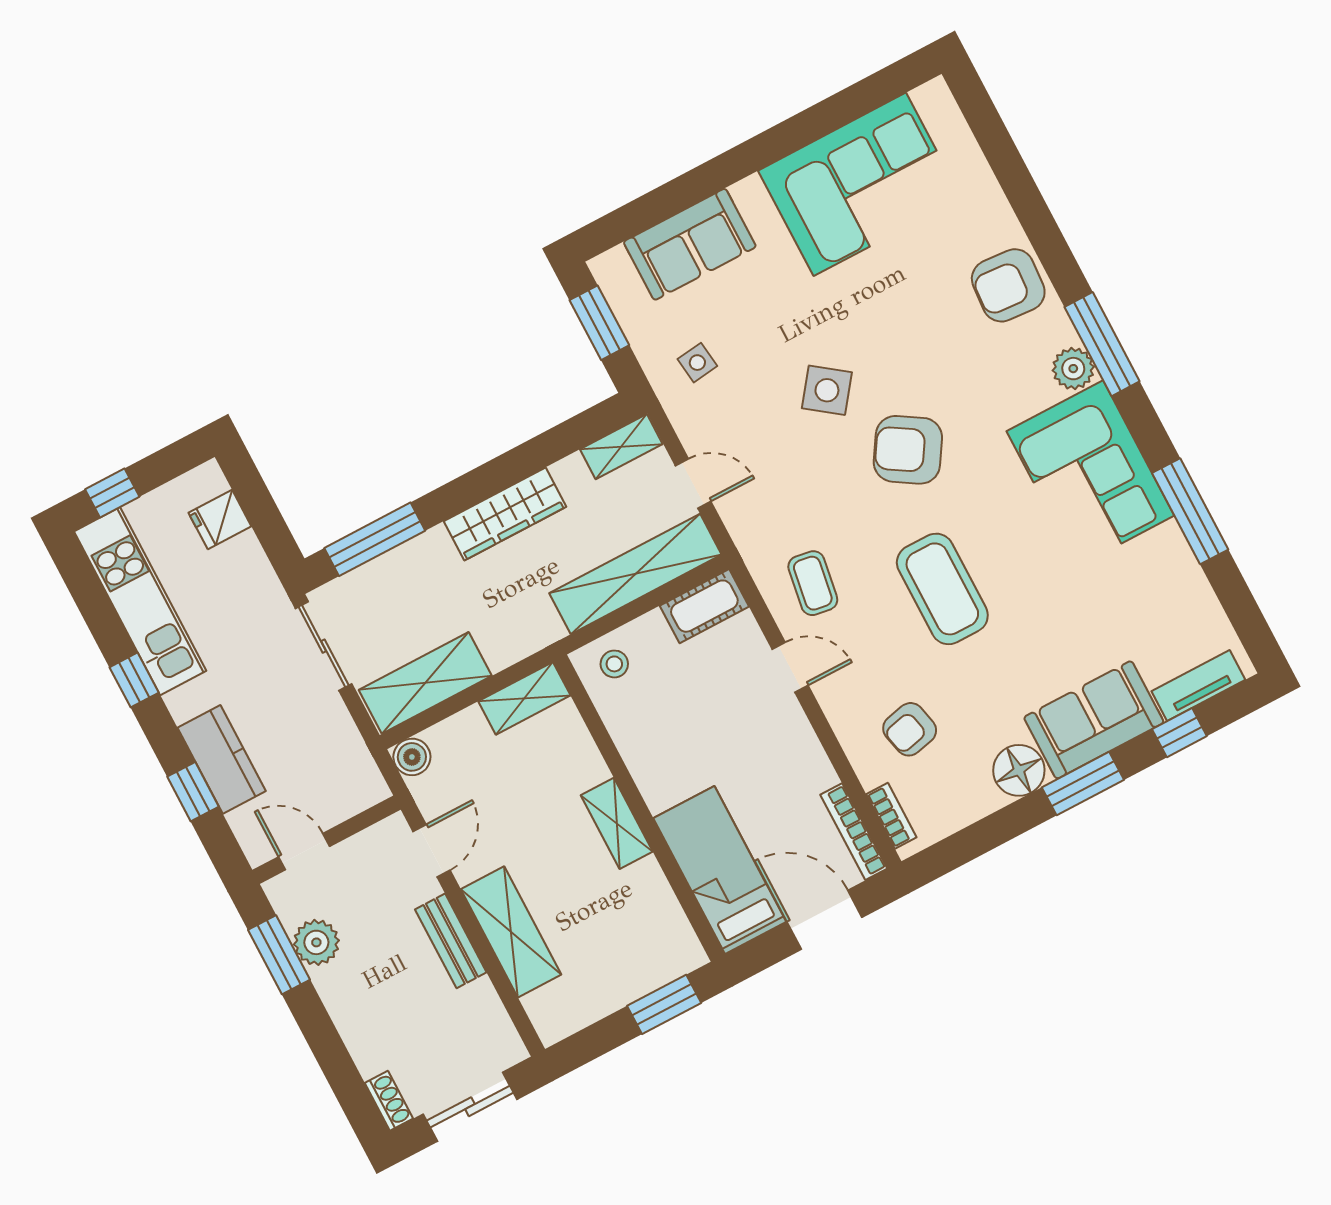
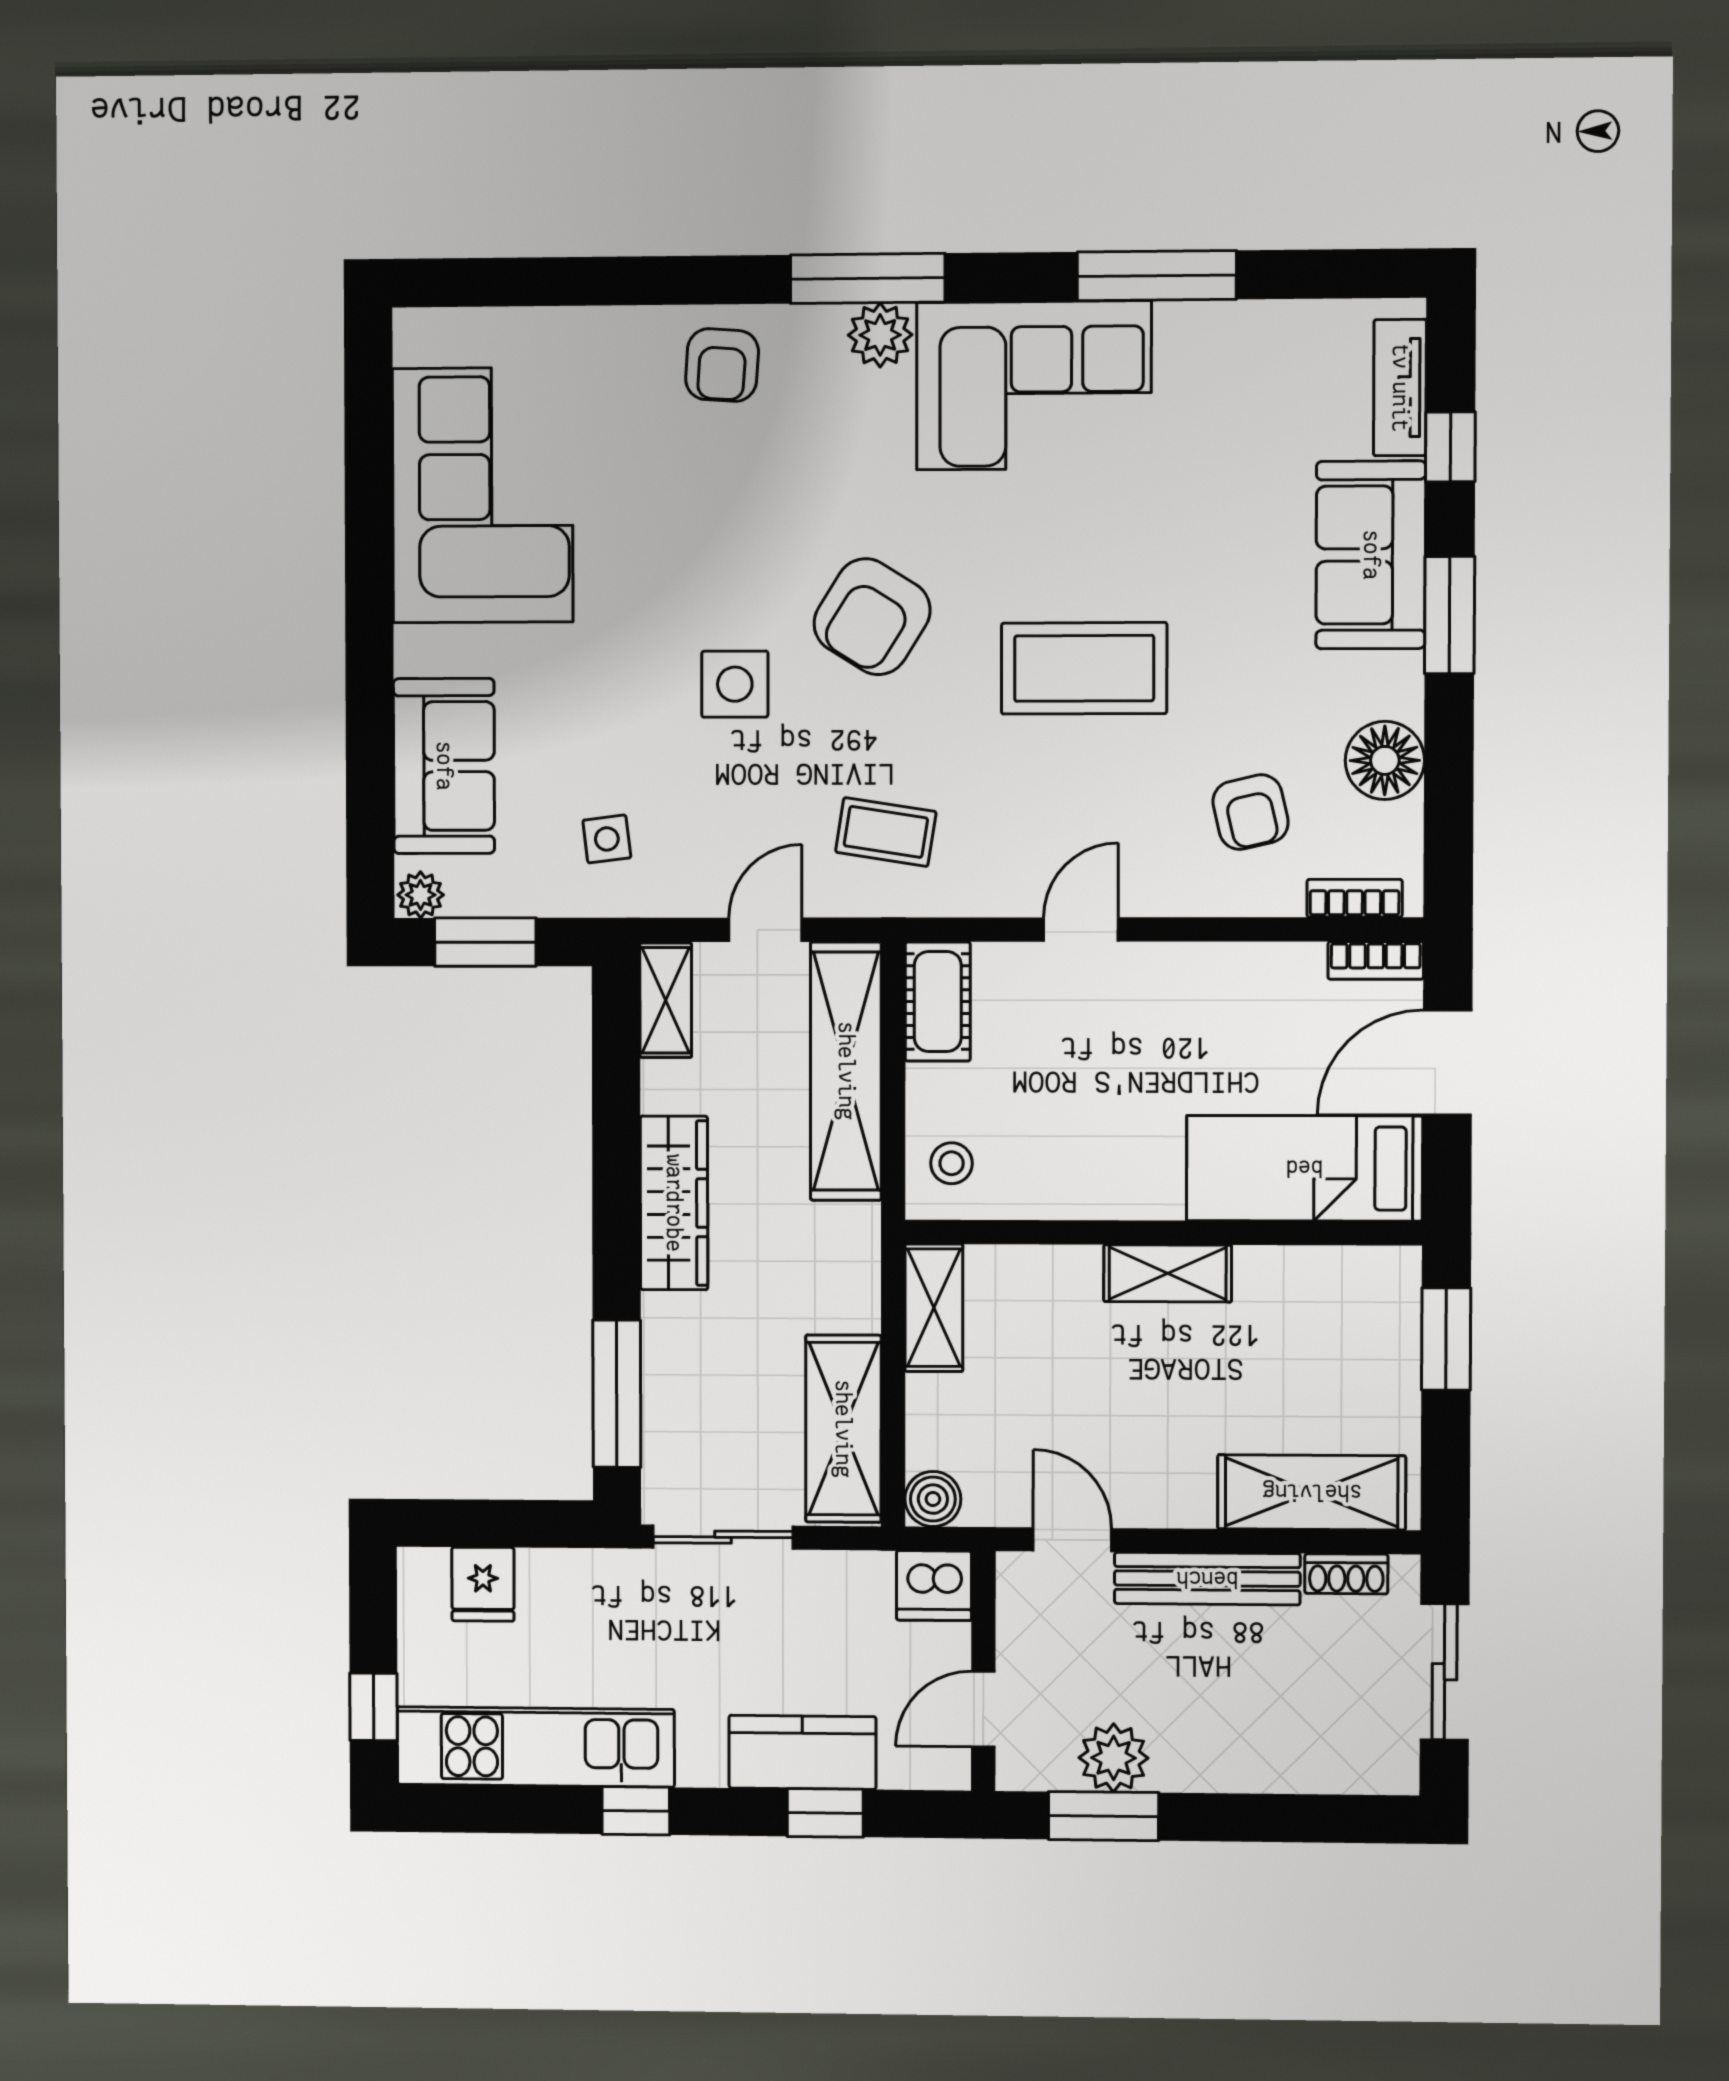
plant: (607, 270) -> (421, 895), added
armchair: (1008, 285) -> (722, 365), width x0.72, depth x0.72
side table: (827, 390) -> (735, 684), turned -37
coffee table: (813, 583) -> (886, 832), moved
floor lamp: (1019, 770) -> (1385, 760), moved
dishwasher: (361, 784) -> (934, 1586), added
bookcase: (854, 832) -> (1376, 960), width x0.64
shelving: (511, 932) -> (1312, 1492), moved
bench: (451, 941) -> (1207, 1579), width x1.36
shoe rack: (389, 1101) -> (1346, 1574), moved, turned 180

